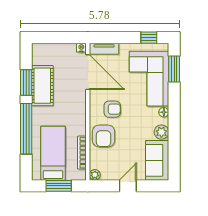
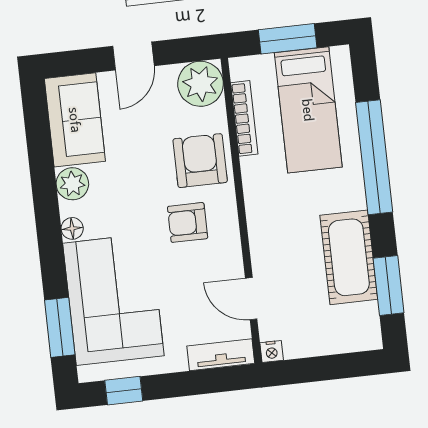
door: (88, 72) -> (251, 299), width x0.53
window: (26, 82) -> (389, 286), moved
plant: (95, 175) -> (201, 84), width x1.87, depth x1.87

